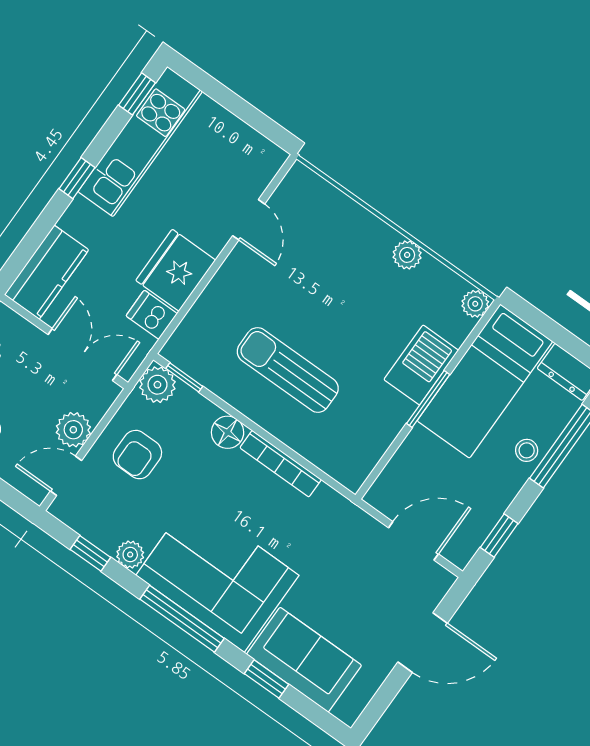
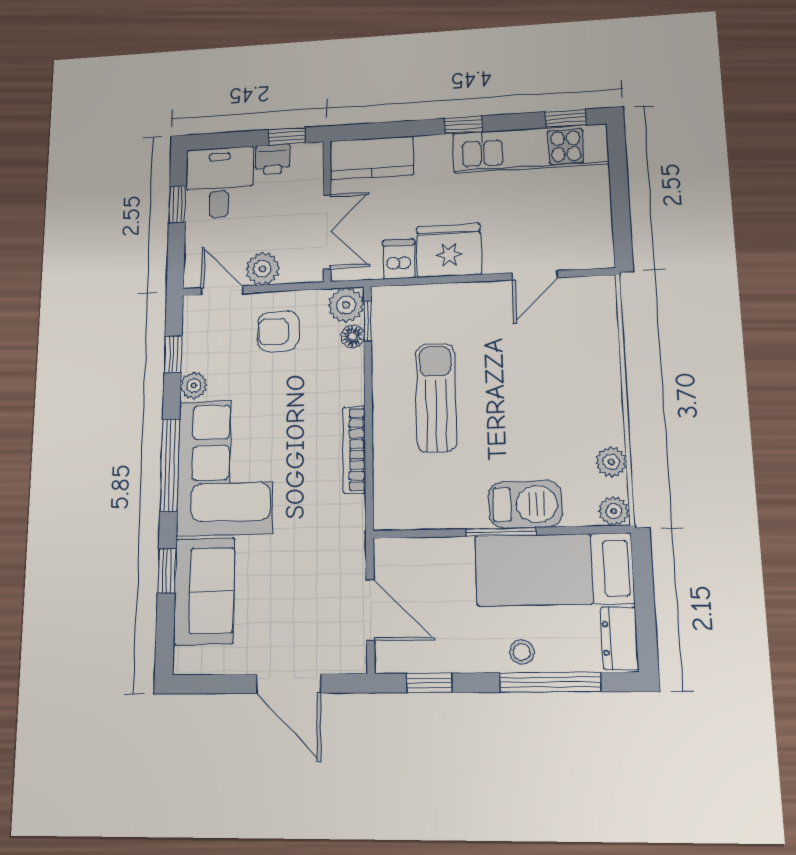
plant: (407, 255) -> (611, 462), moved
floor lamp: (228, 432) -> (353, 336), moved, width x0.73, depth x0.73

